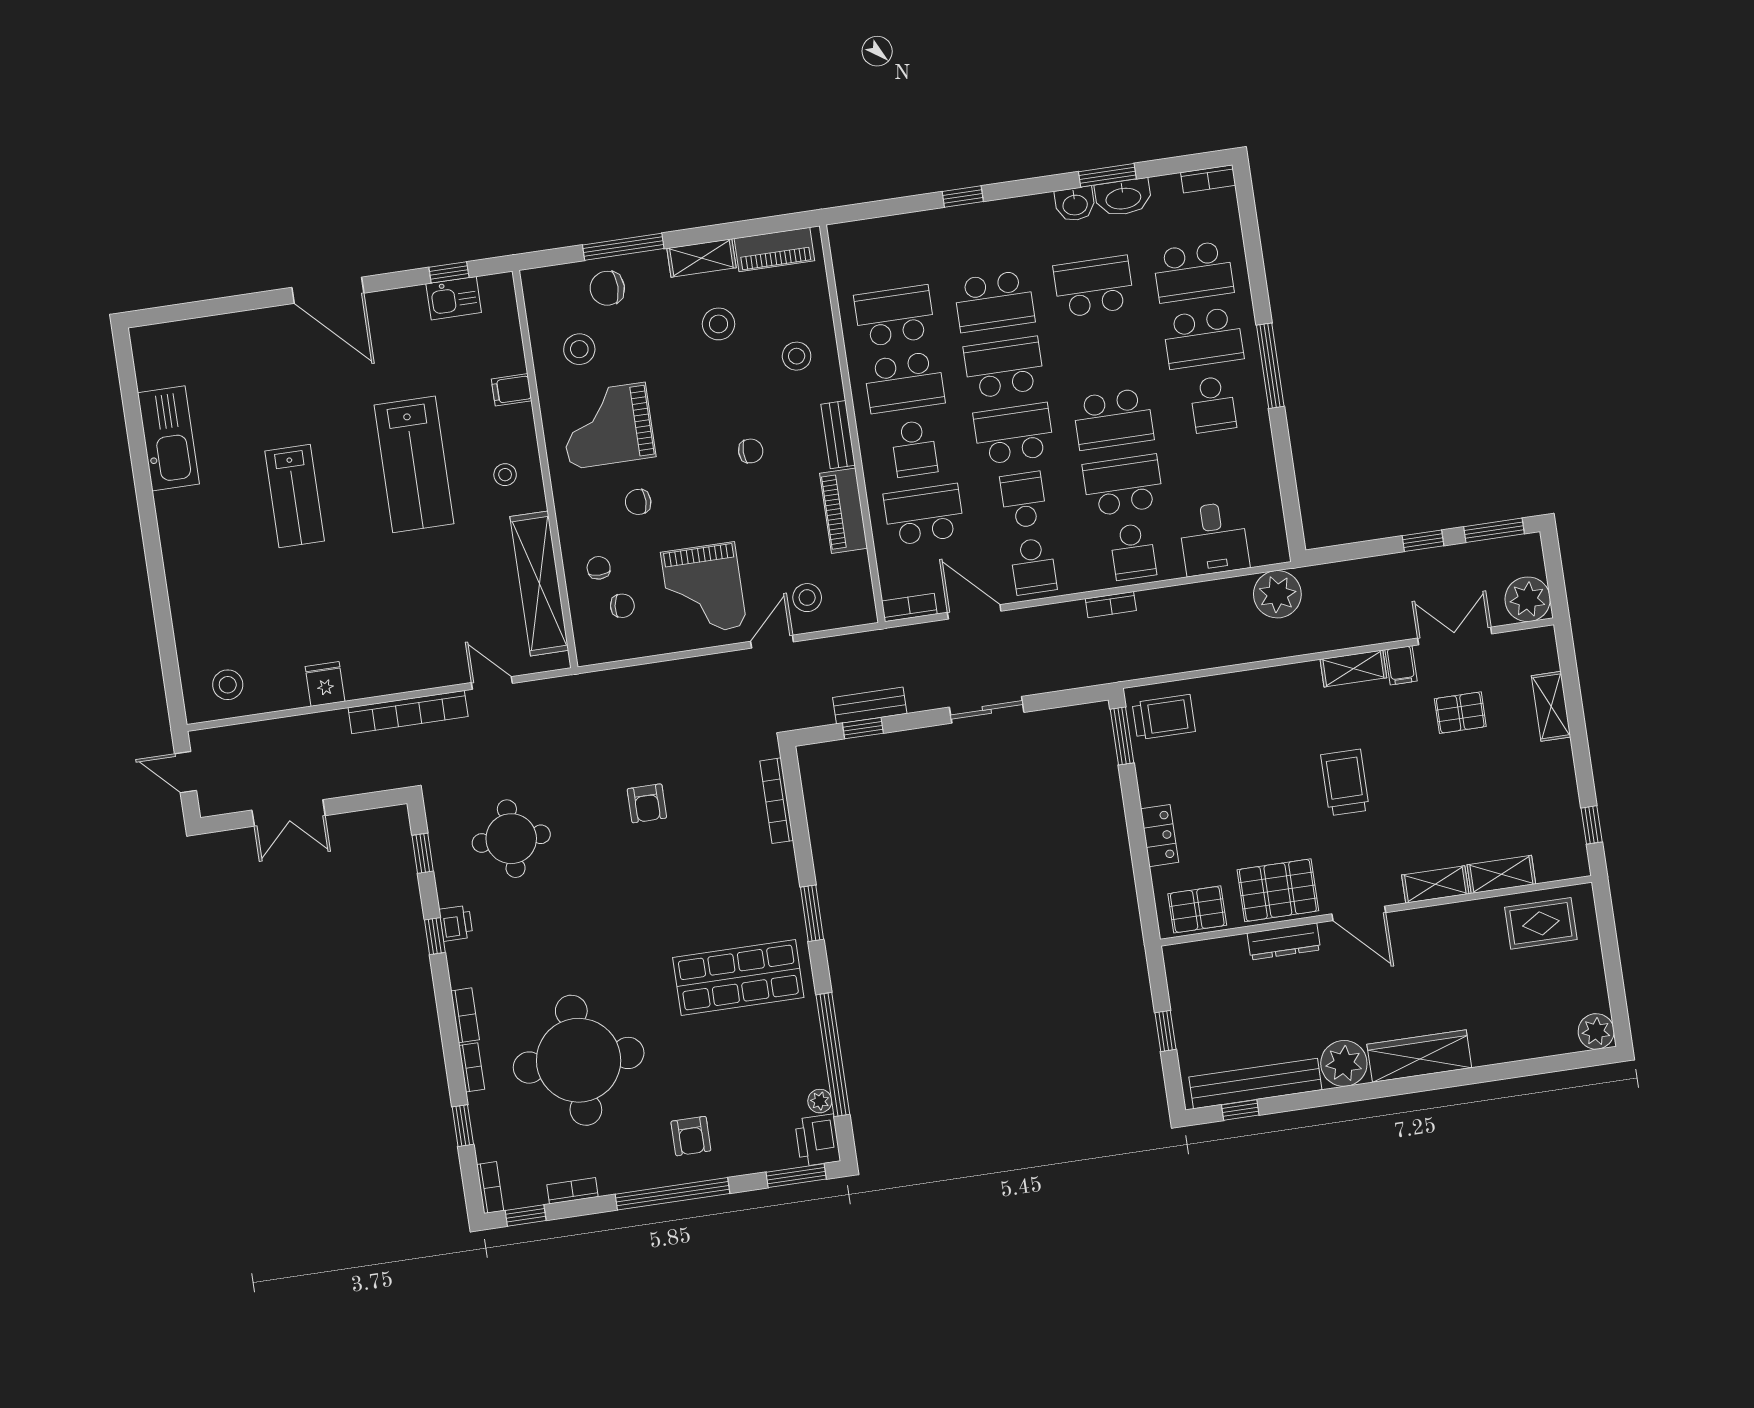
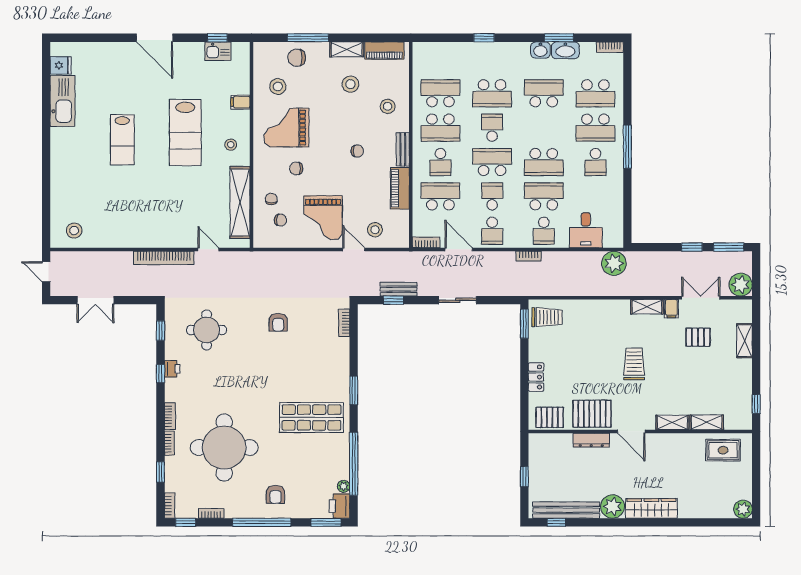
school desk: (1004, 367) -> (492, 128), width x0.54
door: (772, 642) -> (354, 249), hinge flipped
fridge: (325, 684) -> (61, 65), moved, turned 90
bookcase: (777, 801) -> (344, 323), width x0.64

